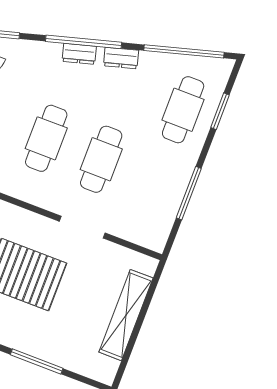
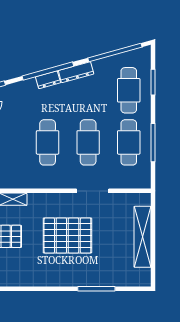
dresser: (121, 58) -> (76, 72), width x1.44
cafe table: (156, 180) -> (129, 142), added

